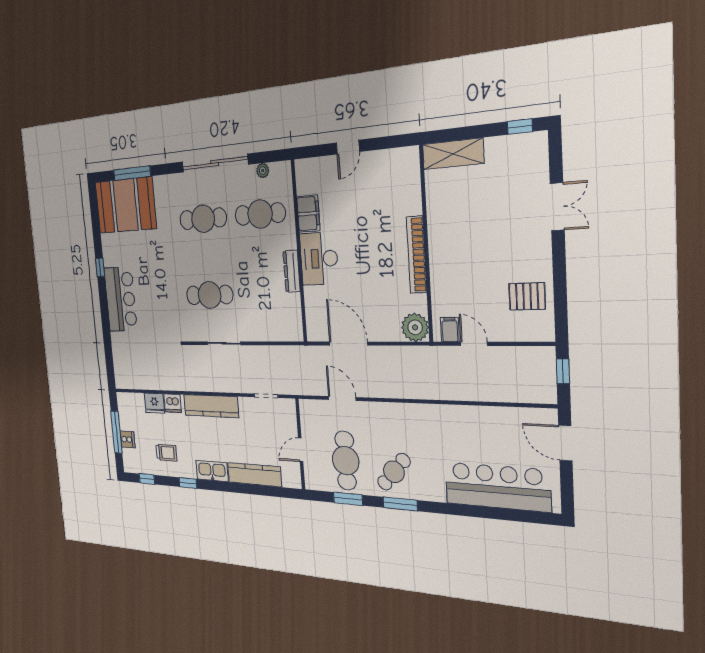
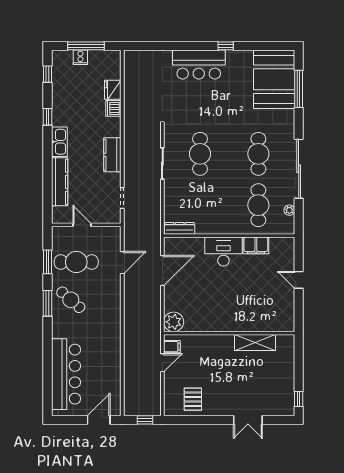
shelving: (453, 154) -> (255, 343), moved, turned 90
bookcase: (417, 255) -> (223, 326), removed
dresser: (292, 271) -> (180, 228), moved
kitchen counter: (211, 406) -> (112, 155), width x0.67
trolley: (166, 453) -> (72, 97), removed

